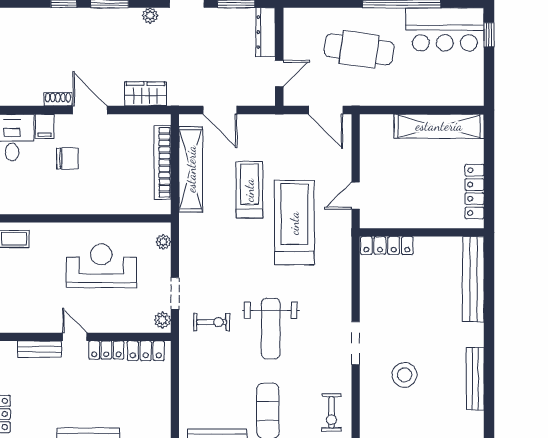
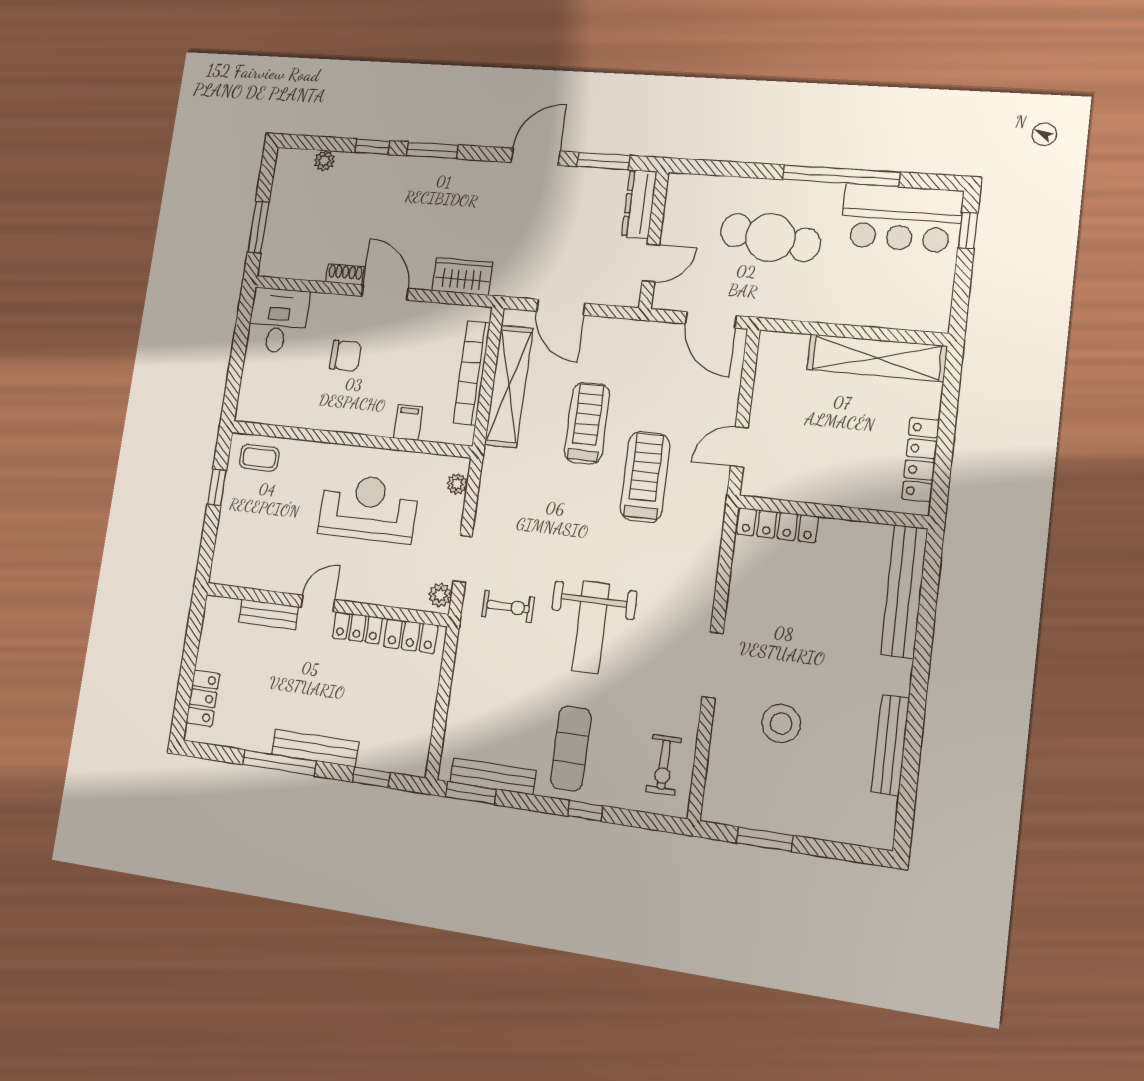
plant: (150, 15) -> (324, 161), moved
filing cabinet: (44, 126) -> (408, 423), moved, turned 180
treadmill: (294, 223) -> (645, 477), width x0.73, depth x0.73
door: (75, 337) -> (318, 603), hinge flipped

